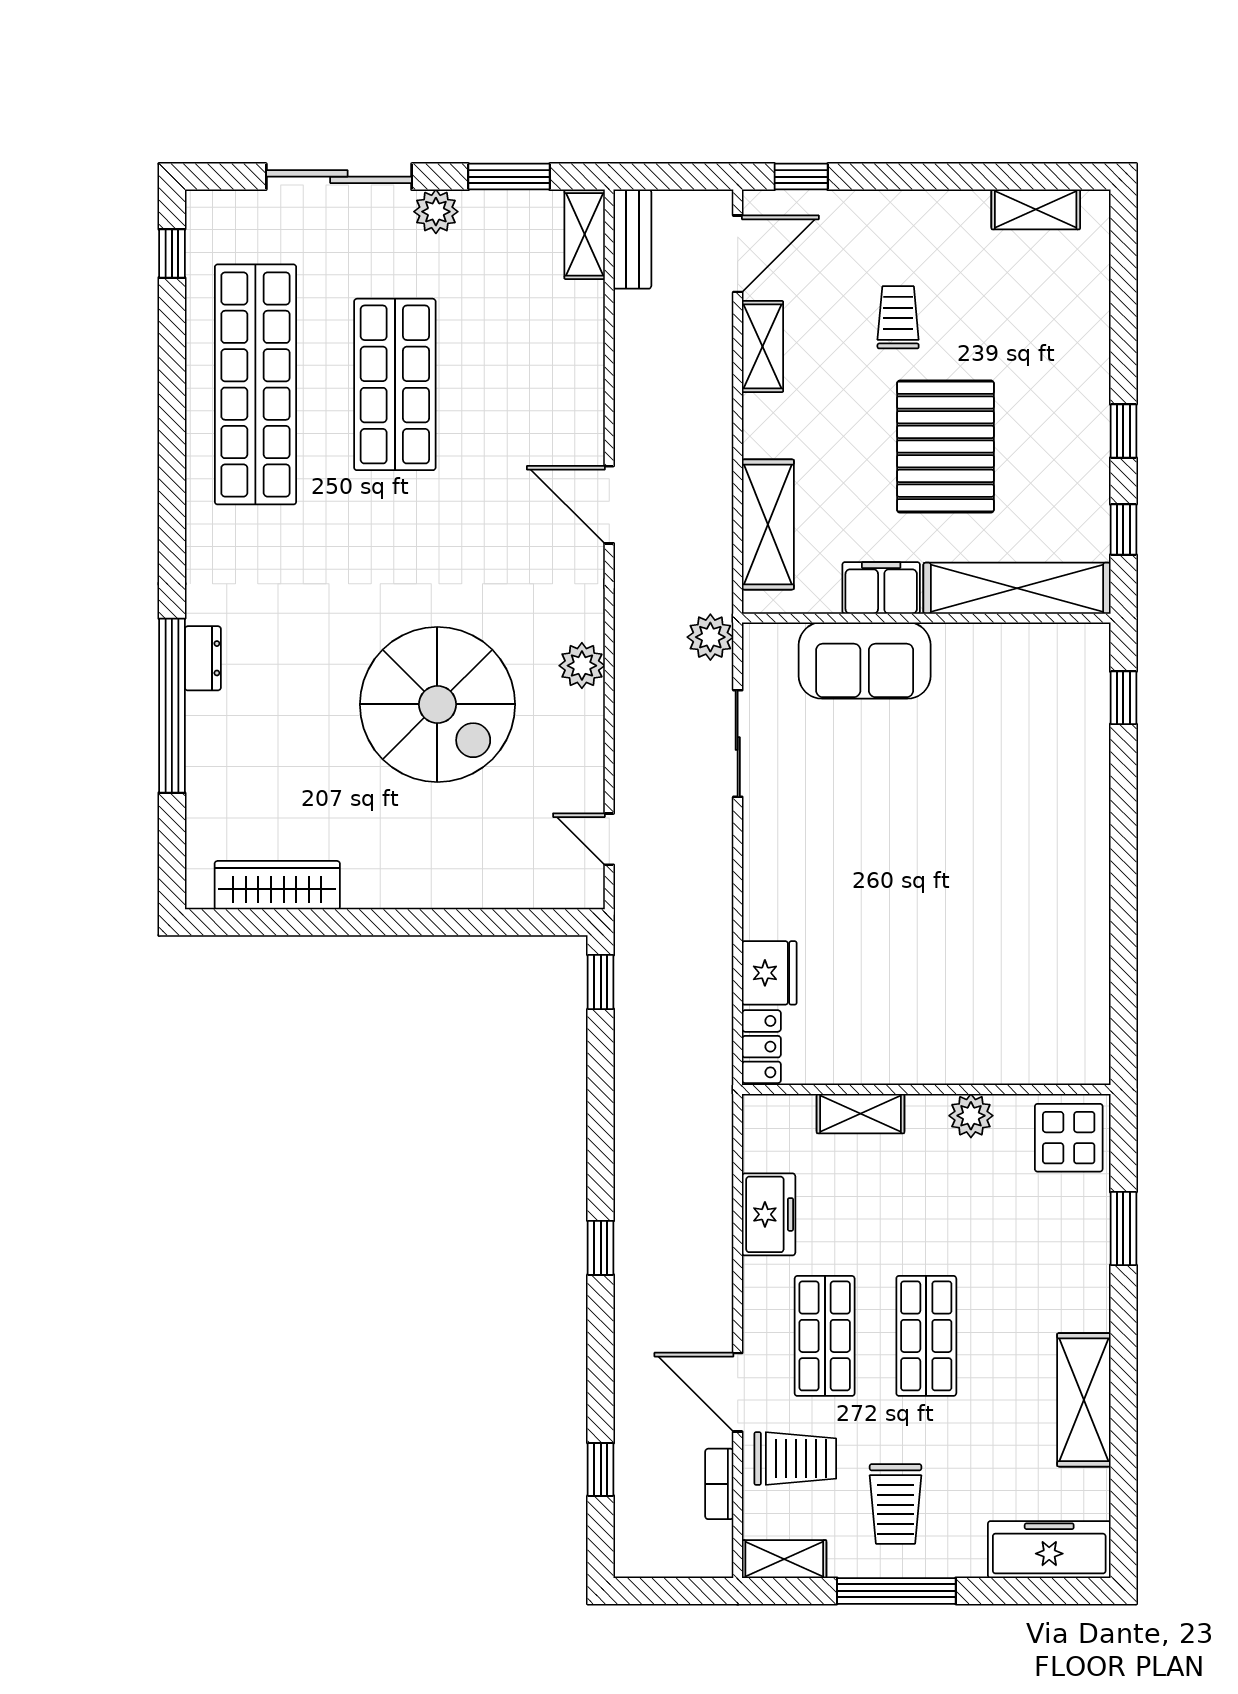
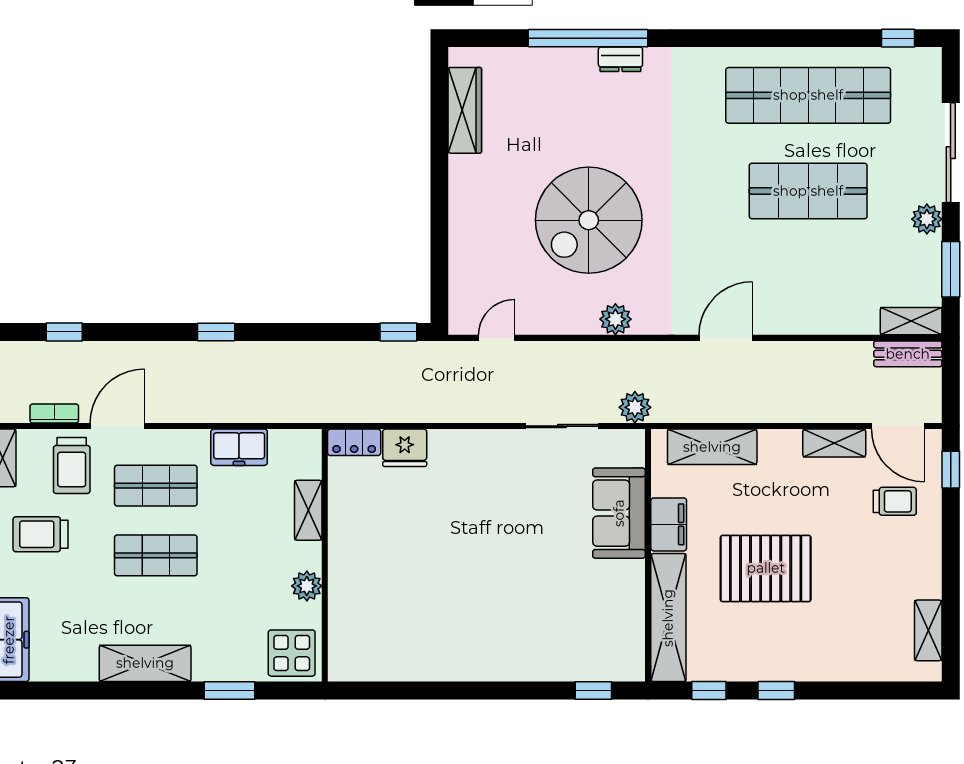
trolley: (898, 317) -> (895, 501), moved
shelving: (1084, 1400) -> (145, 663), moved

